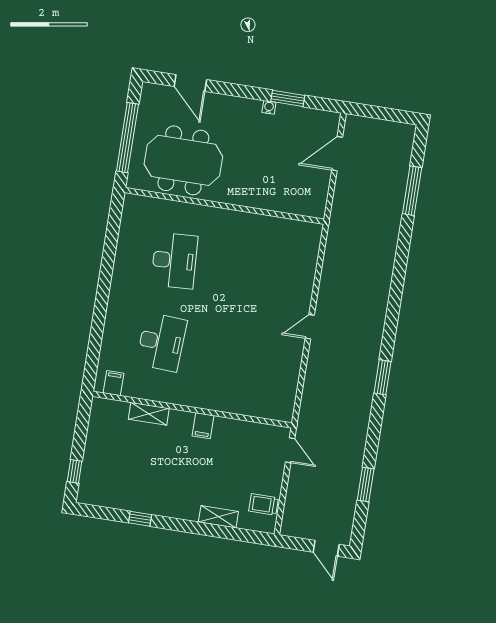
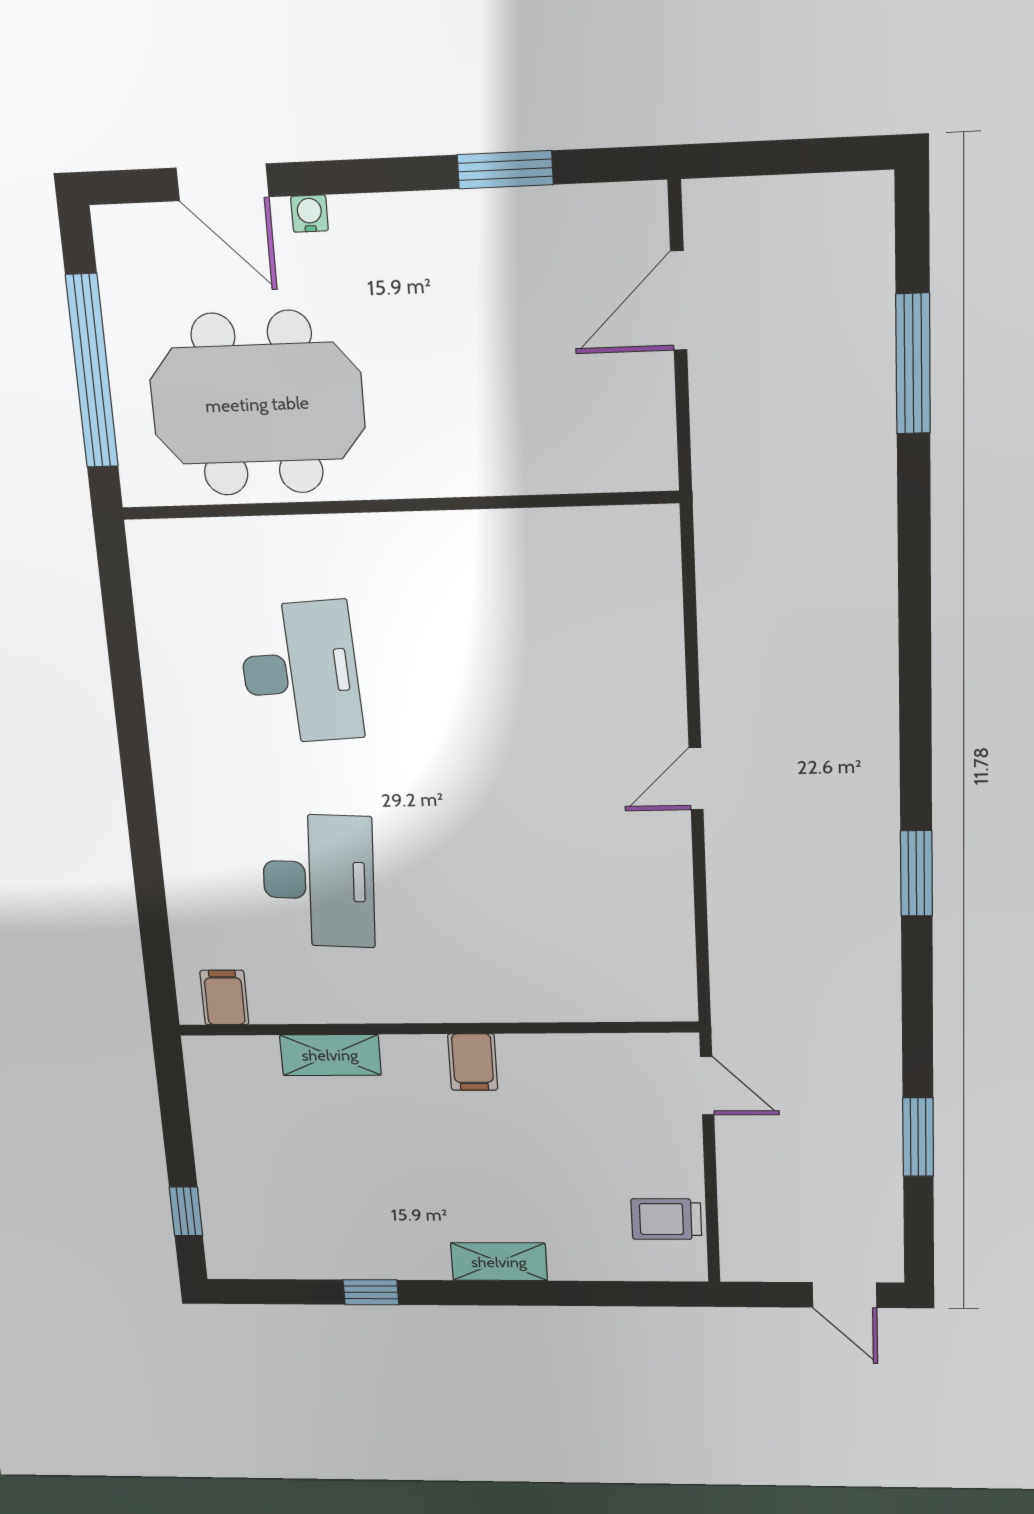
water cooler: (269, 107) -> (310, 214), moved
shelving: (218, 517) -> (499, 1262), moved

